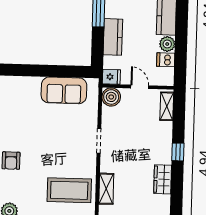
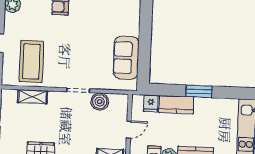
fridge: (111, 77) -> (151, 103), moved
boiler: (111, 97) -> (100, 102), moved

